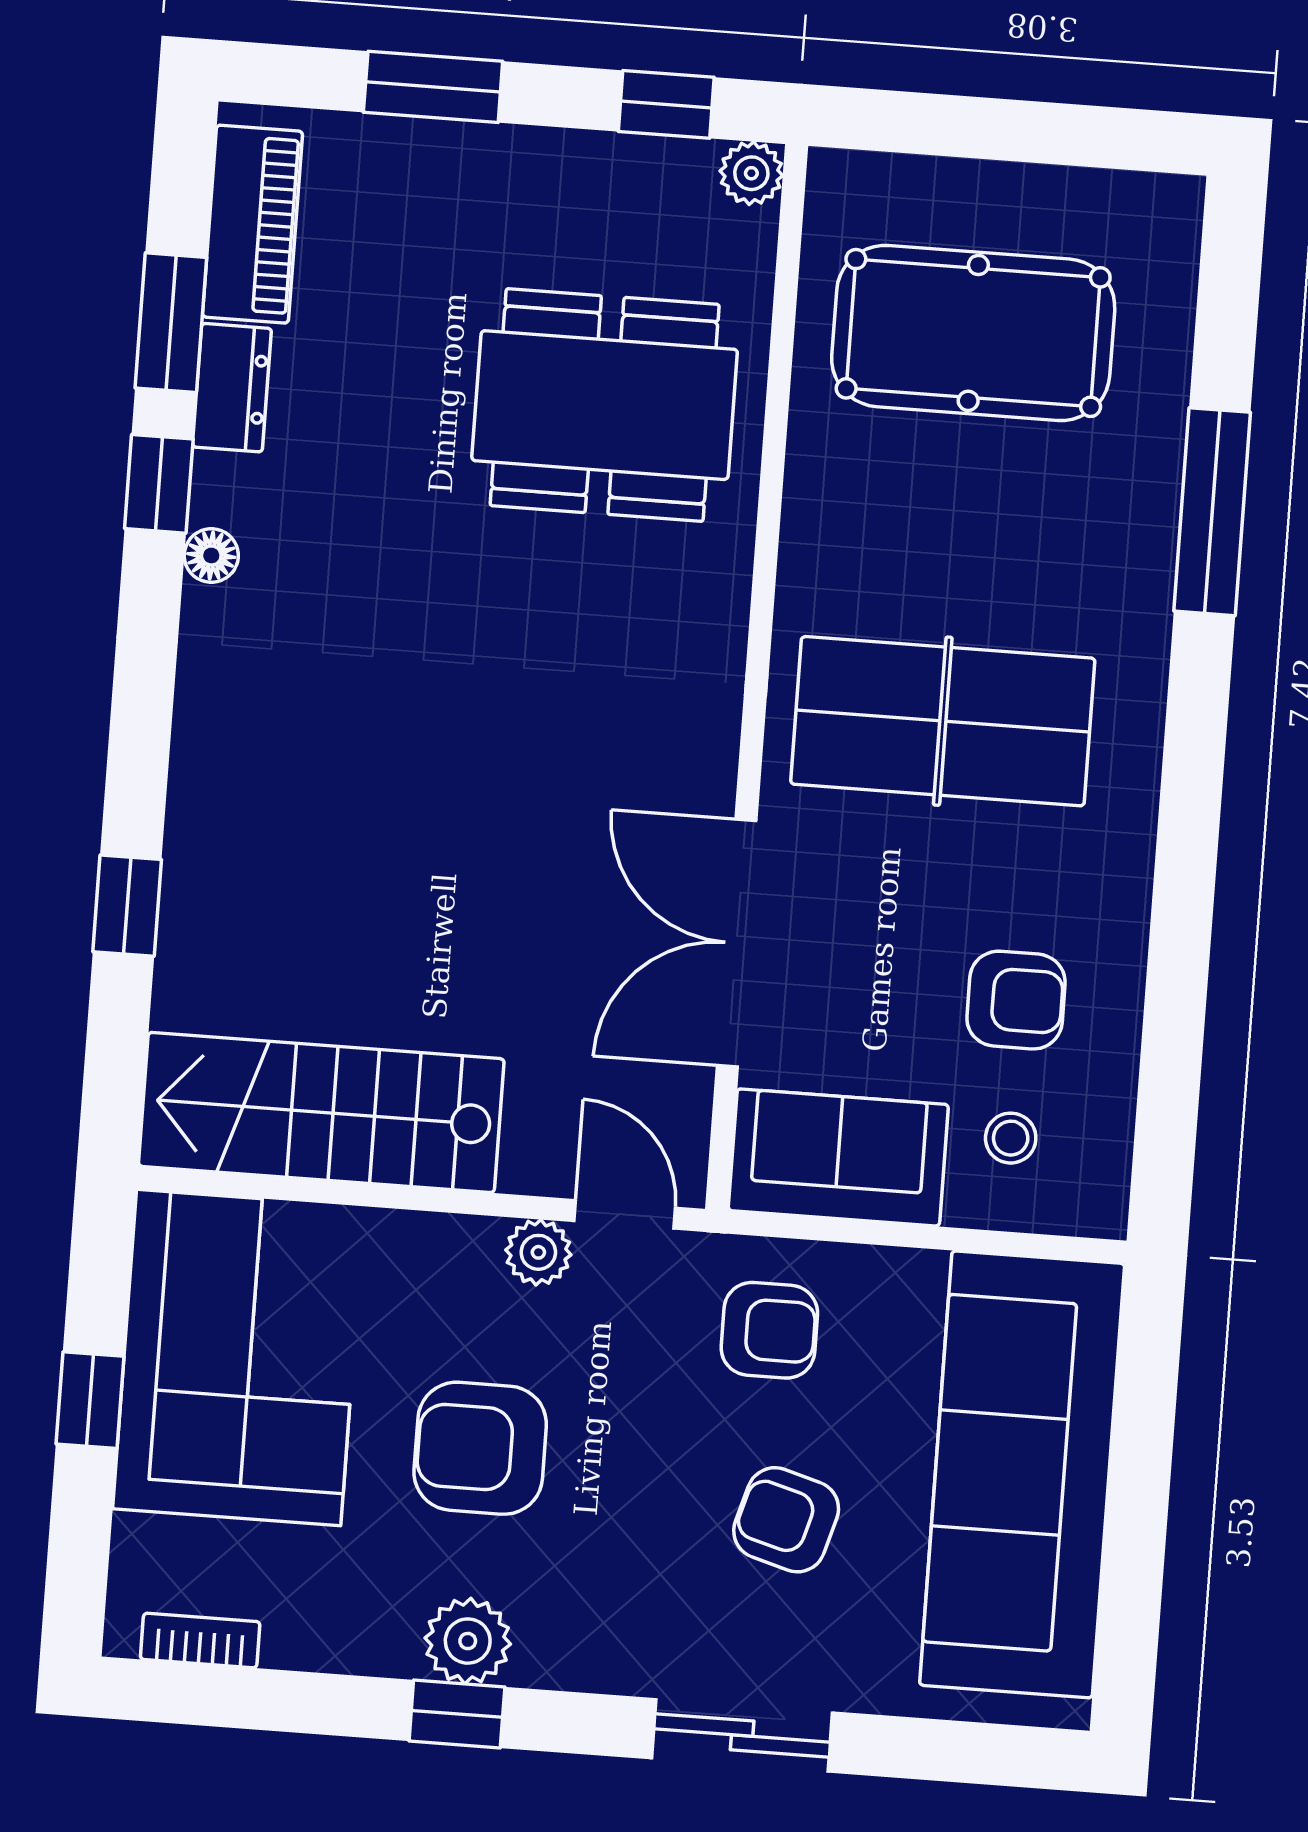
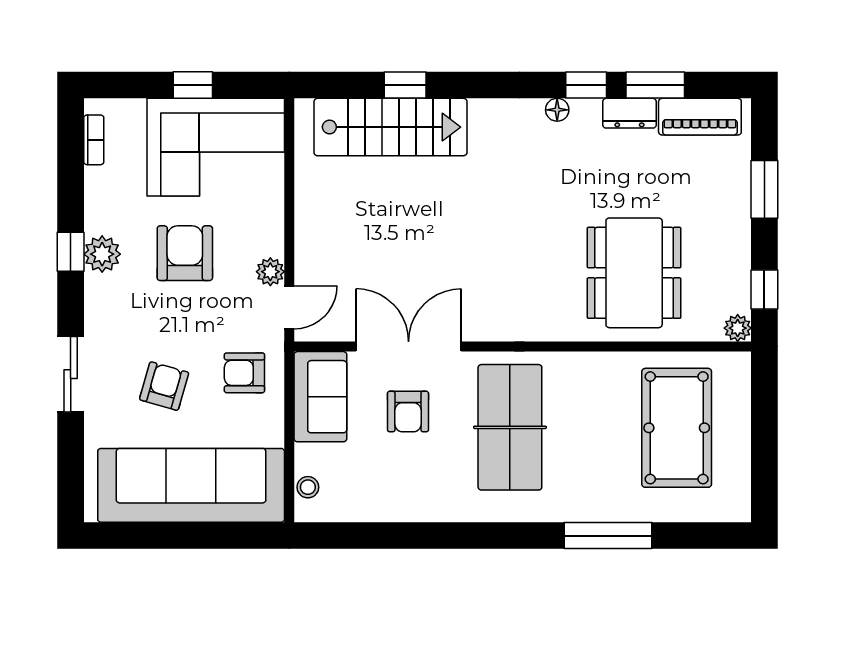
armchair: (1016, 1000) -> (408, 412), moved
stairs: (321, 1113) -> (390, 127), moved, turned 90
stool: (1011, 1138) -> (308, 487), moved
armchair: (769, 1330) -> (244, 373), turned 90

